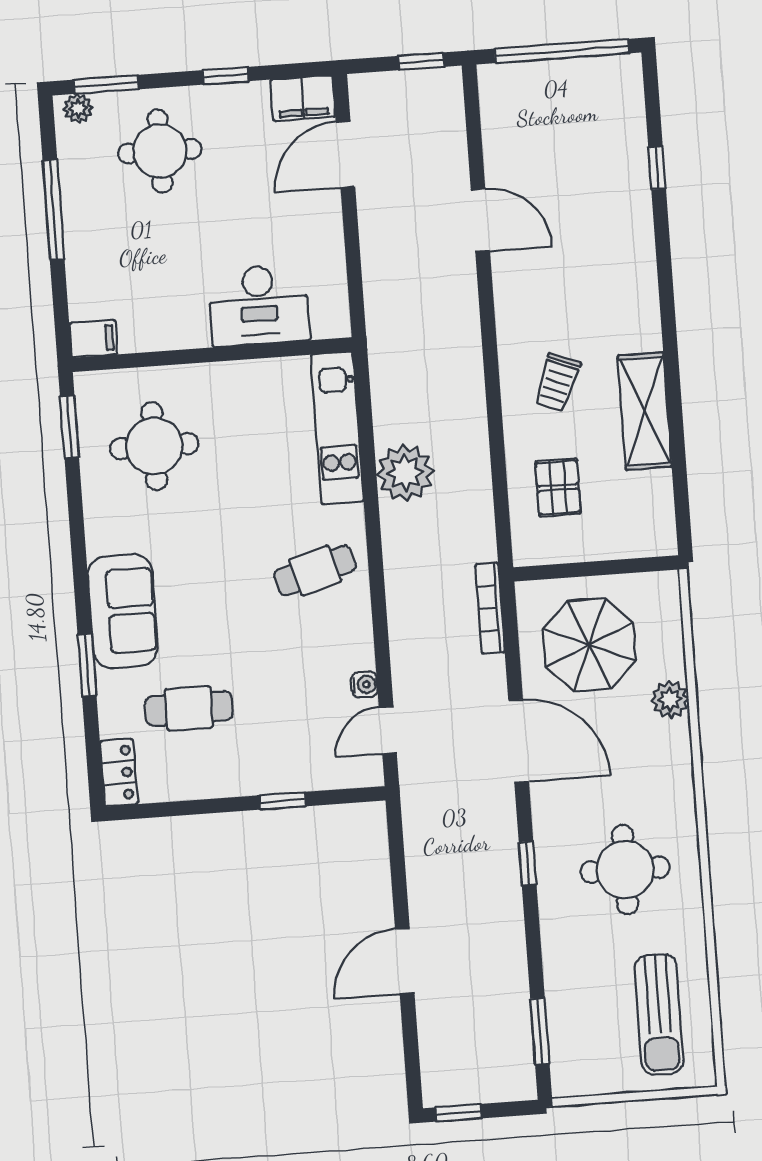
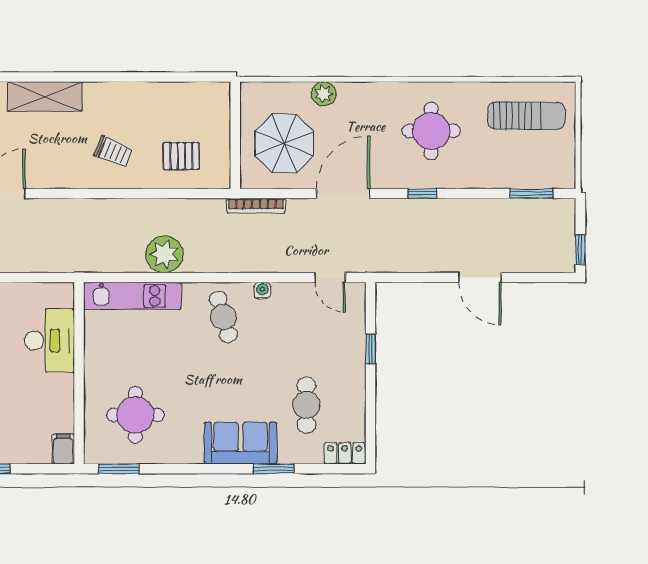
shelving: (645, 411) -> (45, 97), moved
water cooler: (364, 685) -> (262, 290), moved

